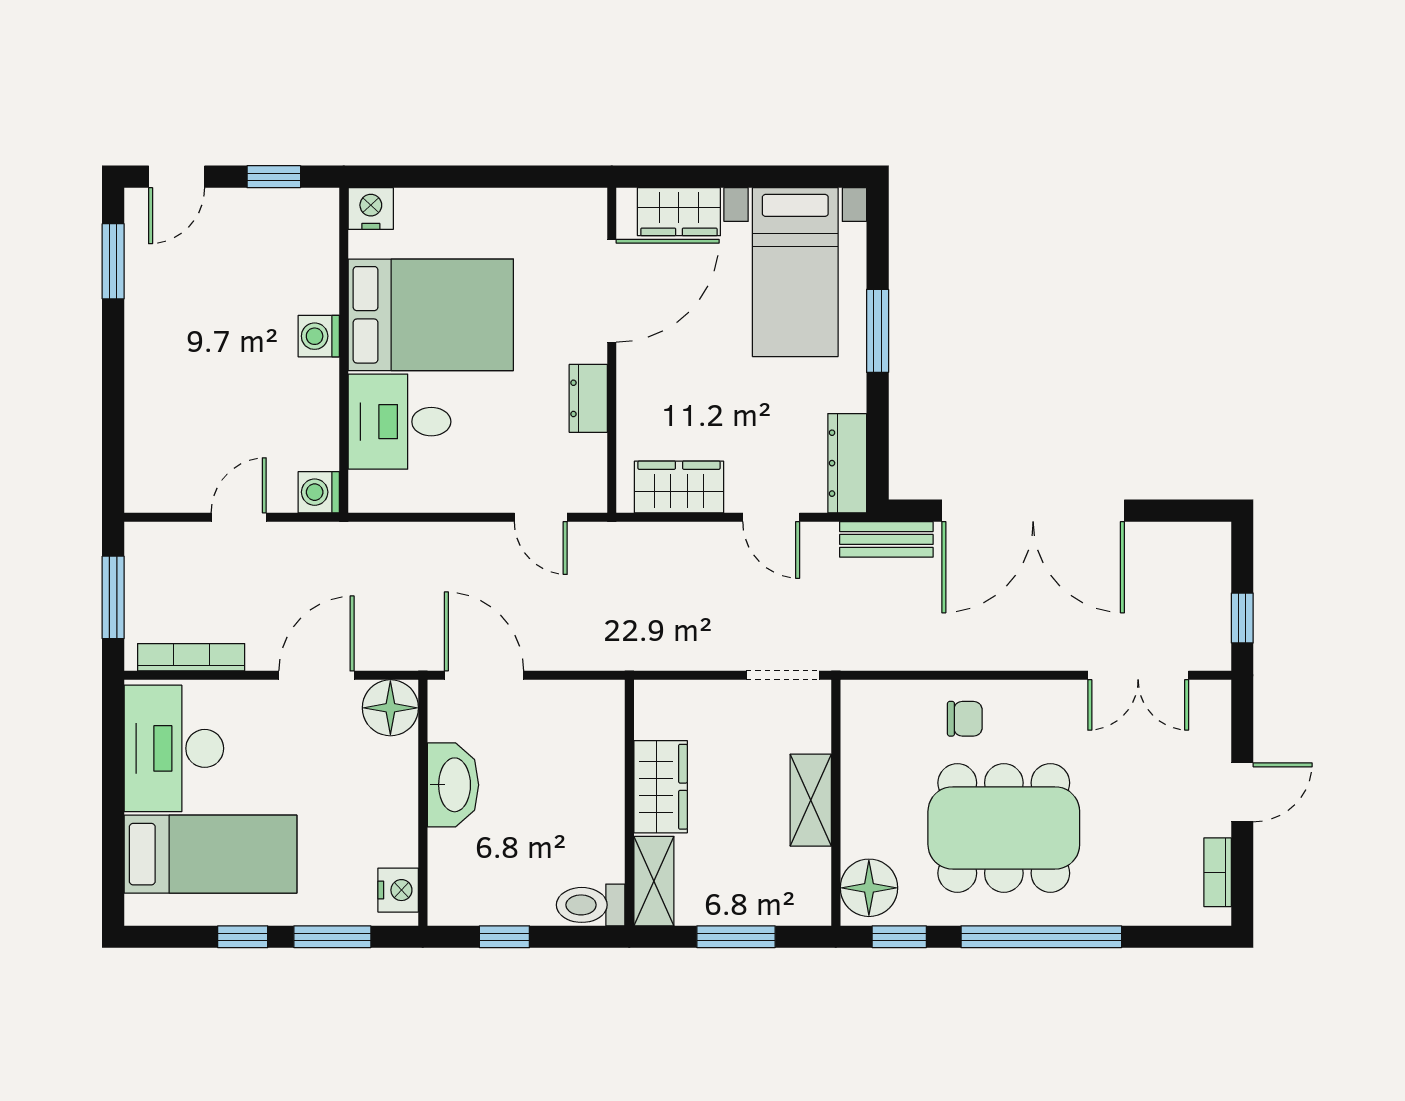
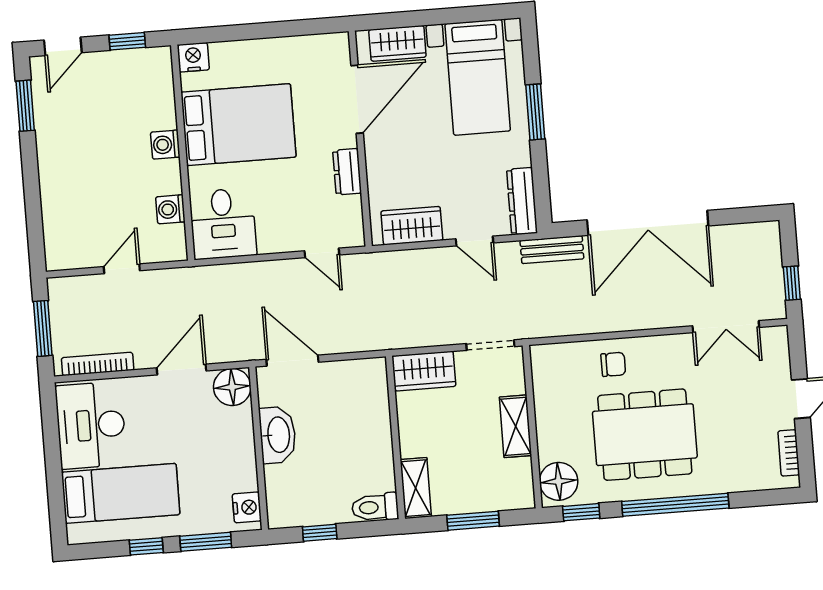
desk: (399, 422) -> (223, 224), moved, turned -90
washing machine: (319, 492) -> (170, 209), moved
wardrobe: (661, 787) -> (424, 371), moved, turned 90

